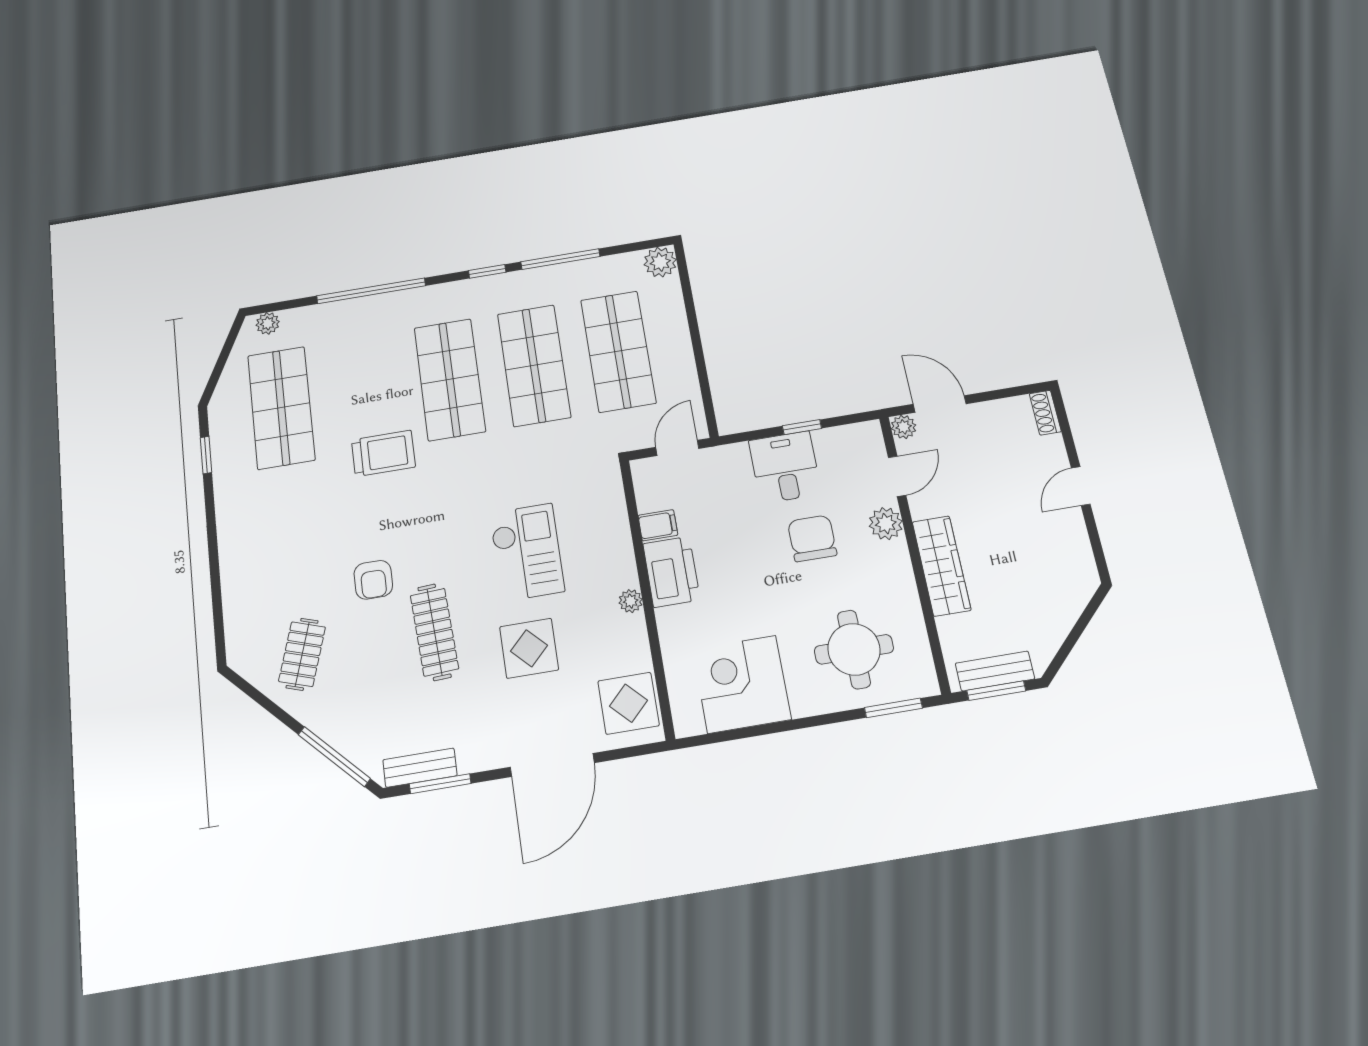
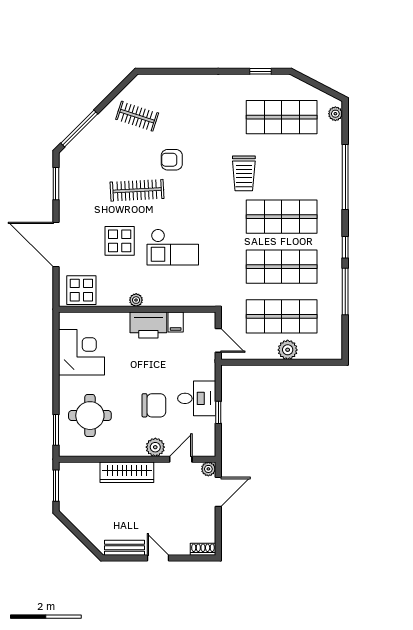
plant: (660, 262) -> (288, 350), moved
door: (897, 476) -> (181, 459), swing flipped
bench: (995, 671) -> (125, 548), moved, turned 90
bench: (420, 768) -> (66, 174), removed

